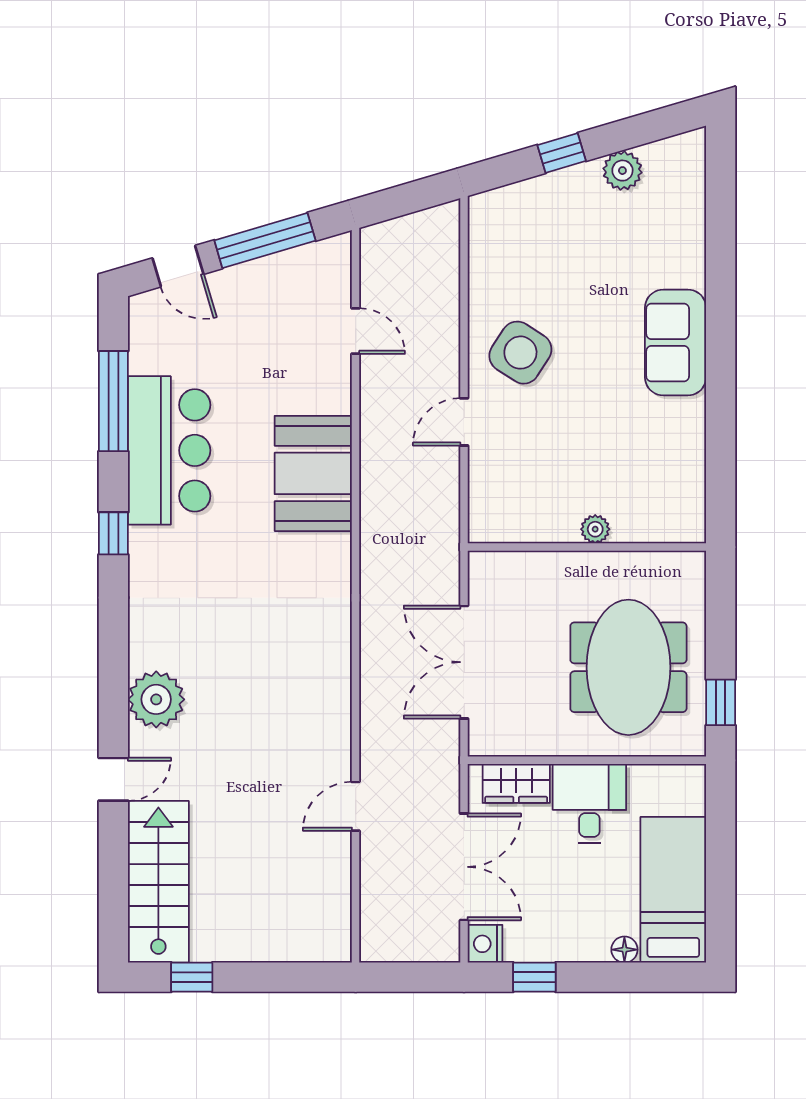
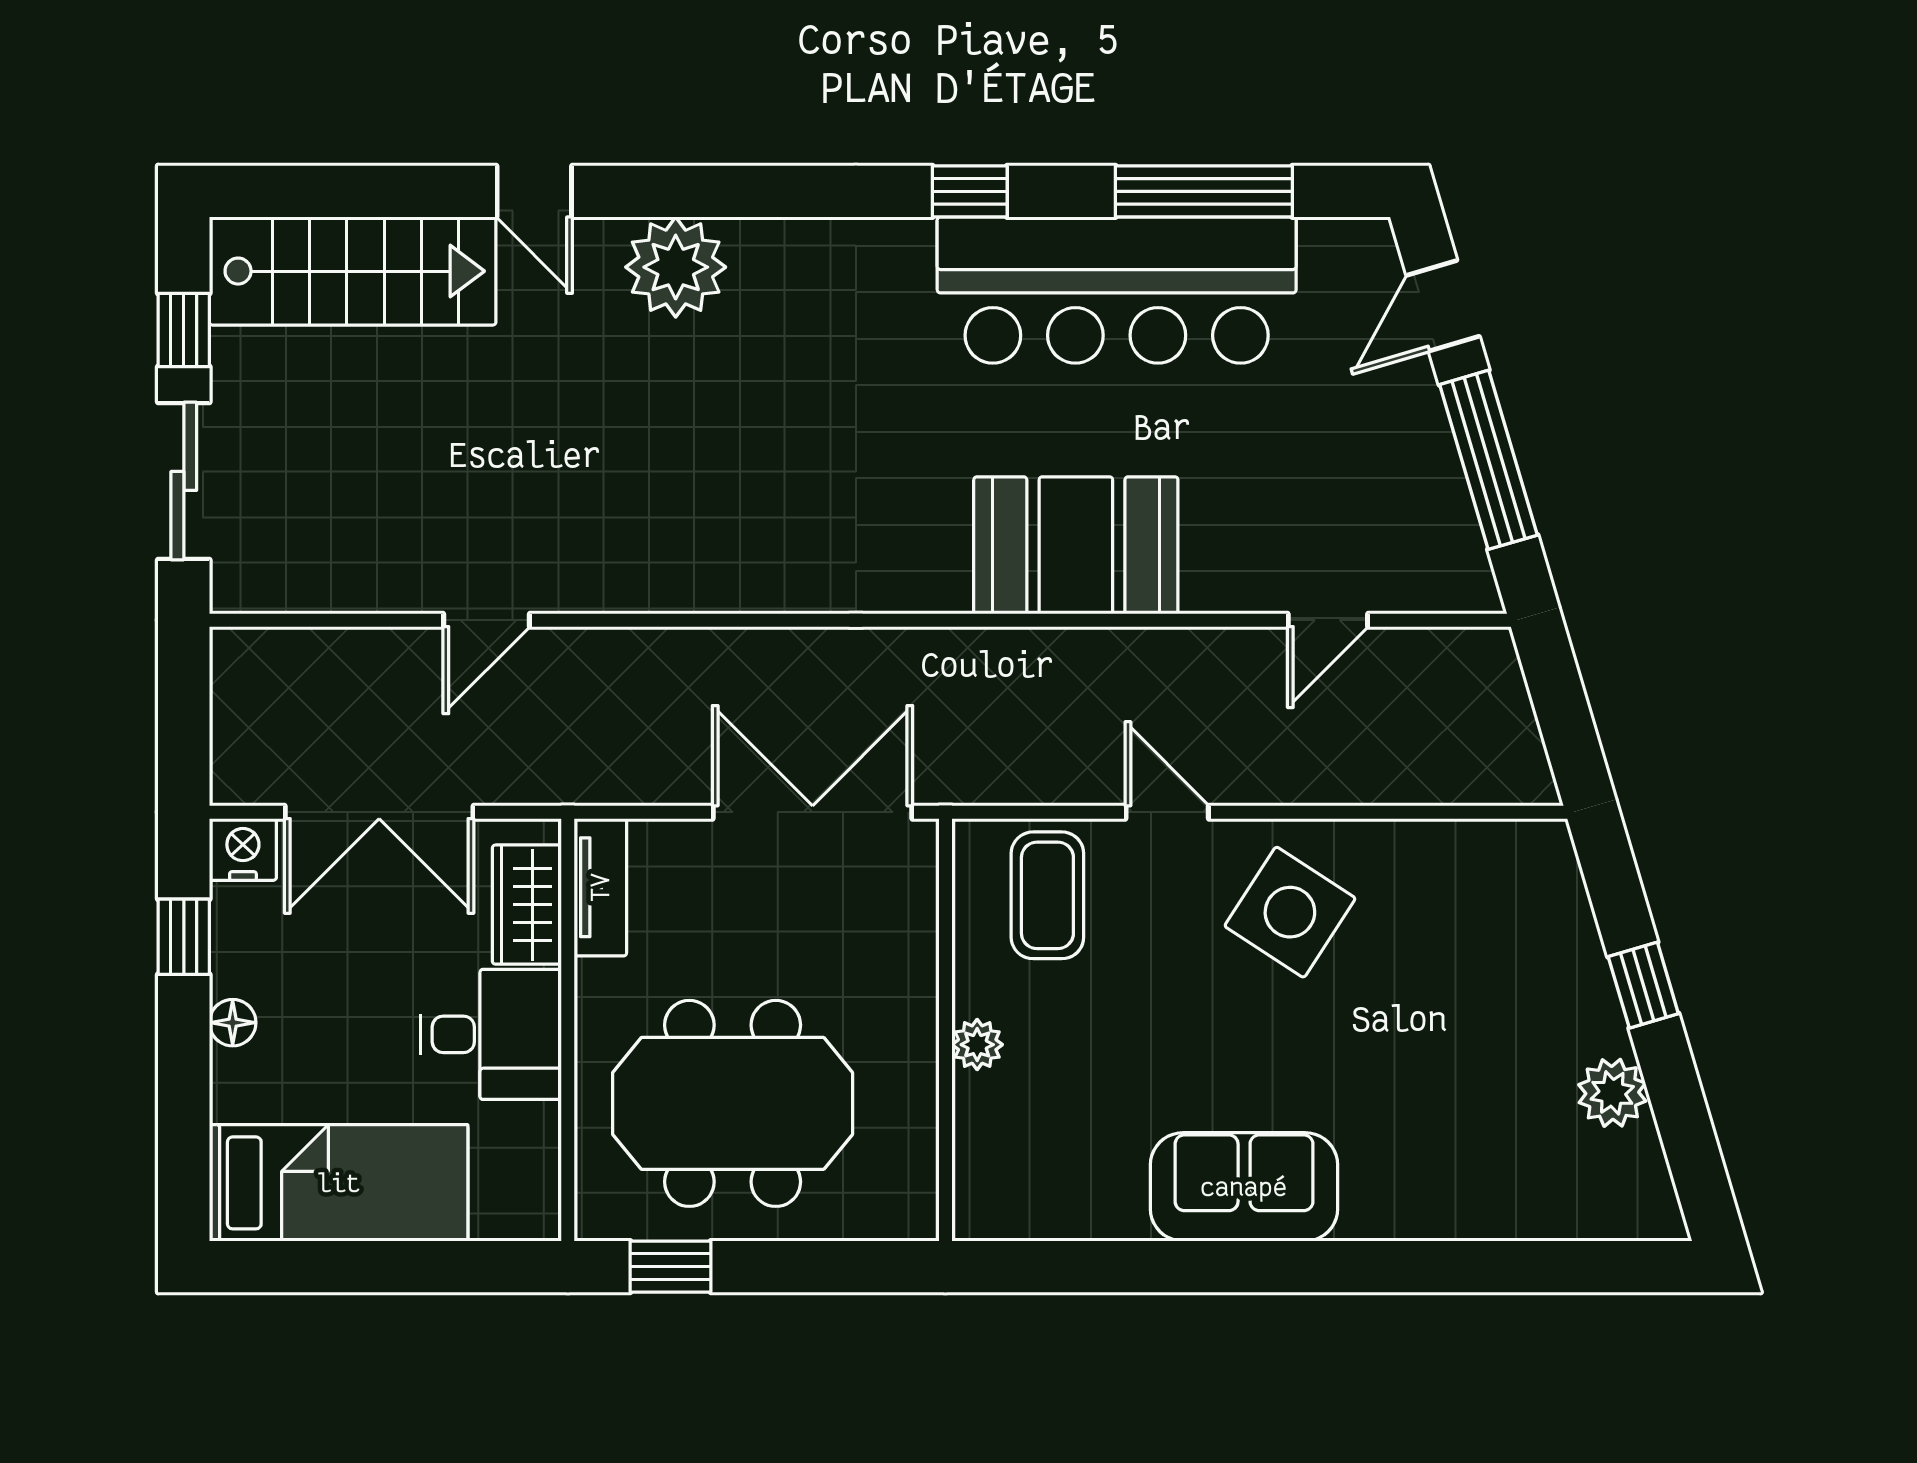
sofa: (676, 342) -> (1244, 1187), moved
bar counter: (169, 450) -> (1117, 290), width x1.36
coffee table: (511, 490) -> (1047, 895), added
double door: (464, 662) -> (813, 812), moved
tv unit: (506, 742) -> (600, 887), added
door: (356, 806) -> (486, 620), swing flipped
floor lamp: (624, 950) -> (233, 1023), moved
sliding door: (277, 977) -> (184, 481), added

